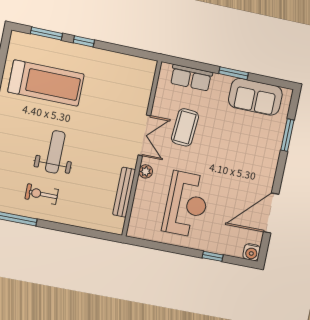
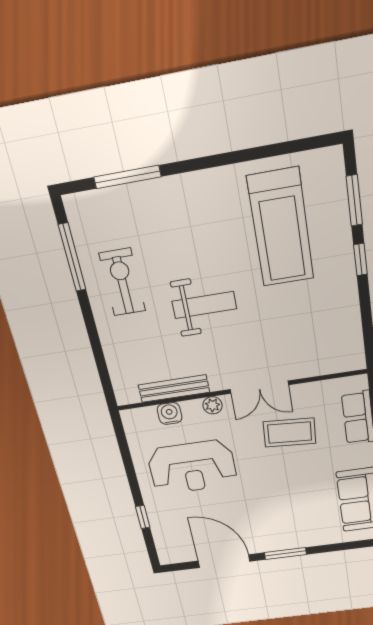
window: (287, 135) -> (285, 553), moved
weight bench: (55, 152) -> (204, 305), moved
exercise bike: (42, 194) -> (122, 282), width x1.38, depth x1.39
water cooler: (252, 252) -> (170, 413), moved, turned 90

